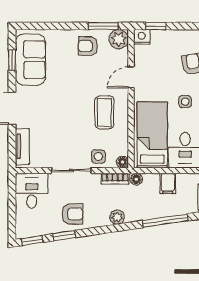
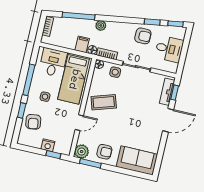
nightstand: (142, 37) -> (48, 145), moved
window: (12, 60) -> (175, 93), moved
sofa: (30, 60) -> (137, 160), moved, turned 90
coffee table: (104, 112) -> (104, 102), turned 72
filing cabinet: (168, 184) -> (82, 44), moved
desk: (32, 191) -> (169, 49), moved, turned -90
armchair: (72, 214) -> (143, 36), turned 180
plant: (117, 217) -> (101, 25), moved

